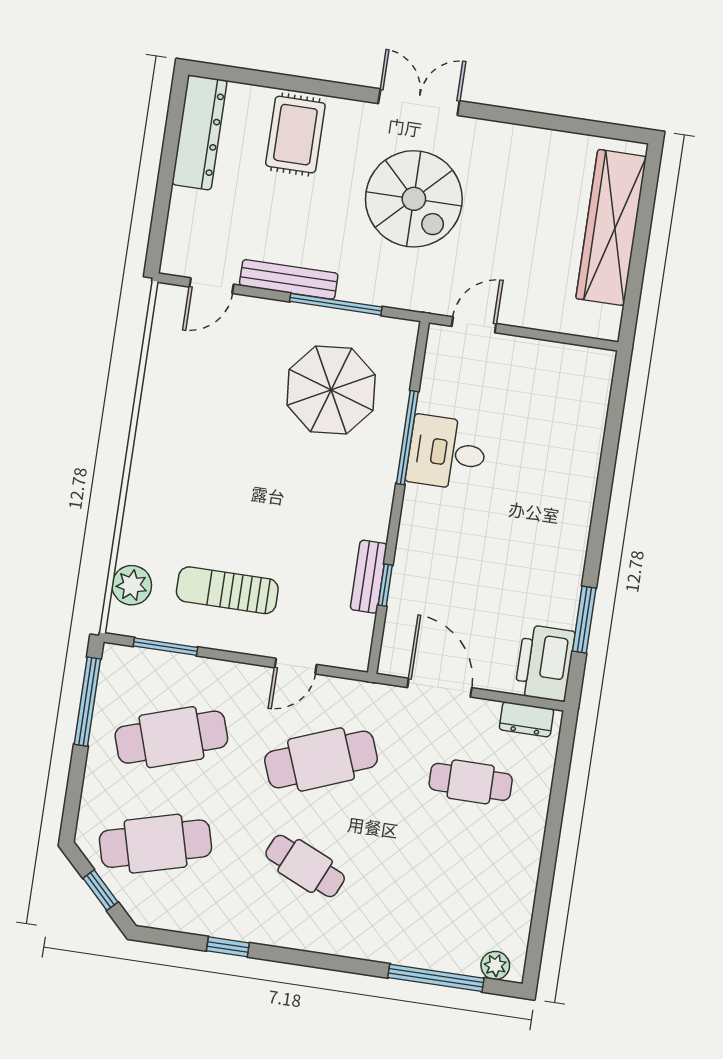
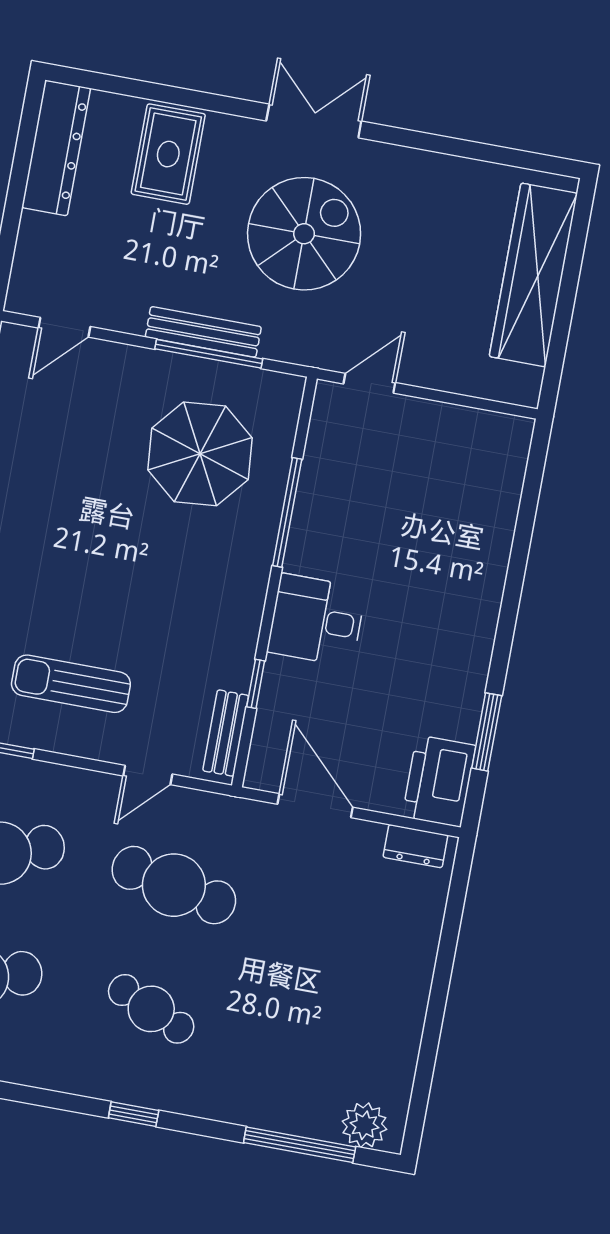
spiral stairs: (414, 199) -> (304, 234), turned -90
bench: (289, 279) -> (203, 332), moved
desk: (447, 453) -> (317, 620), moved
bench: (369, 577) -> (226, 733), moved
cafe table: (321, 759) -> (174, 885), turned 33
cafe table: (471, 782) -> (348, 917), removed
window: (228, 947) -> (134, 1114), moved
plant: (495, 965) -> (364, 1125), width x1.38, depth x1.38

